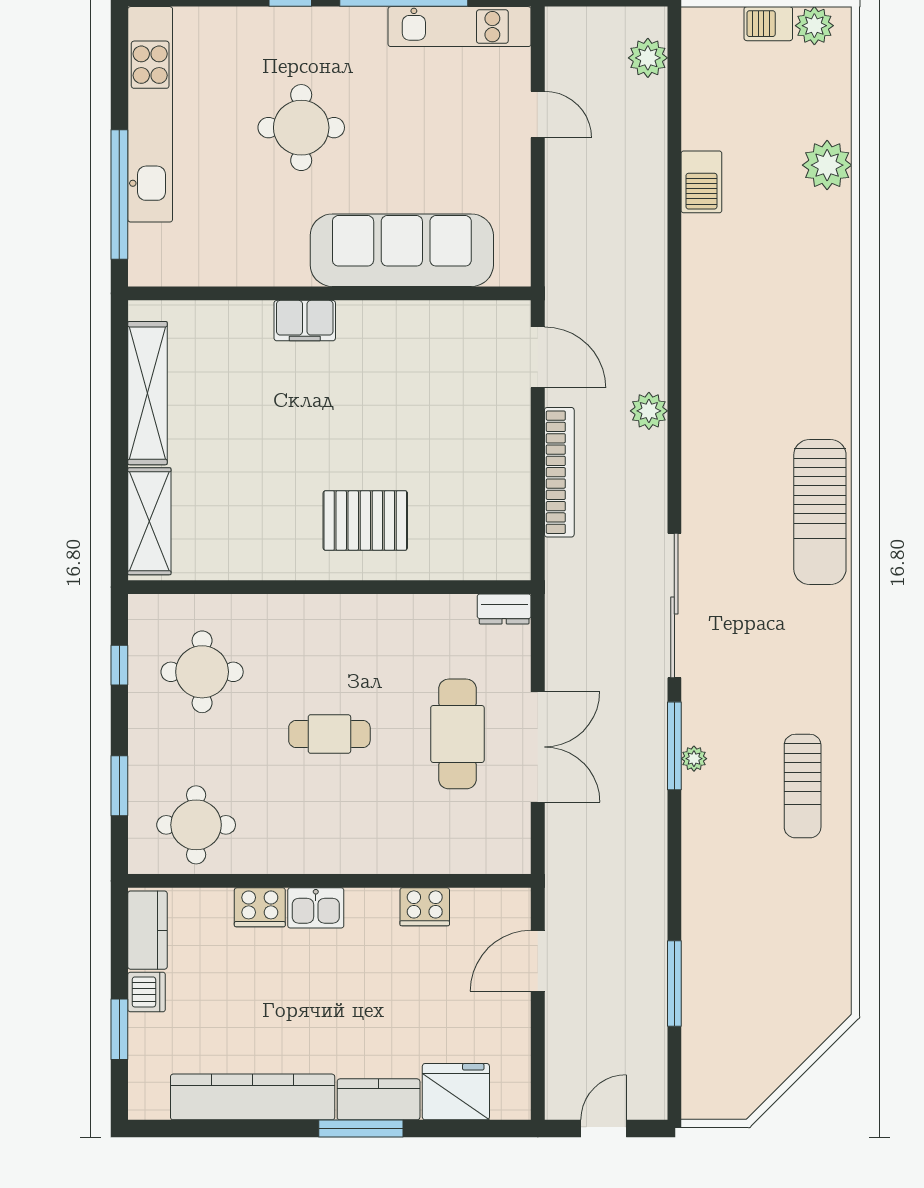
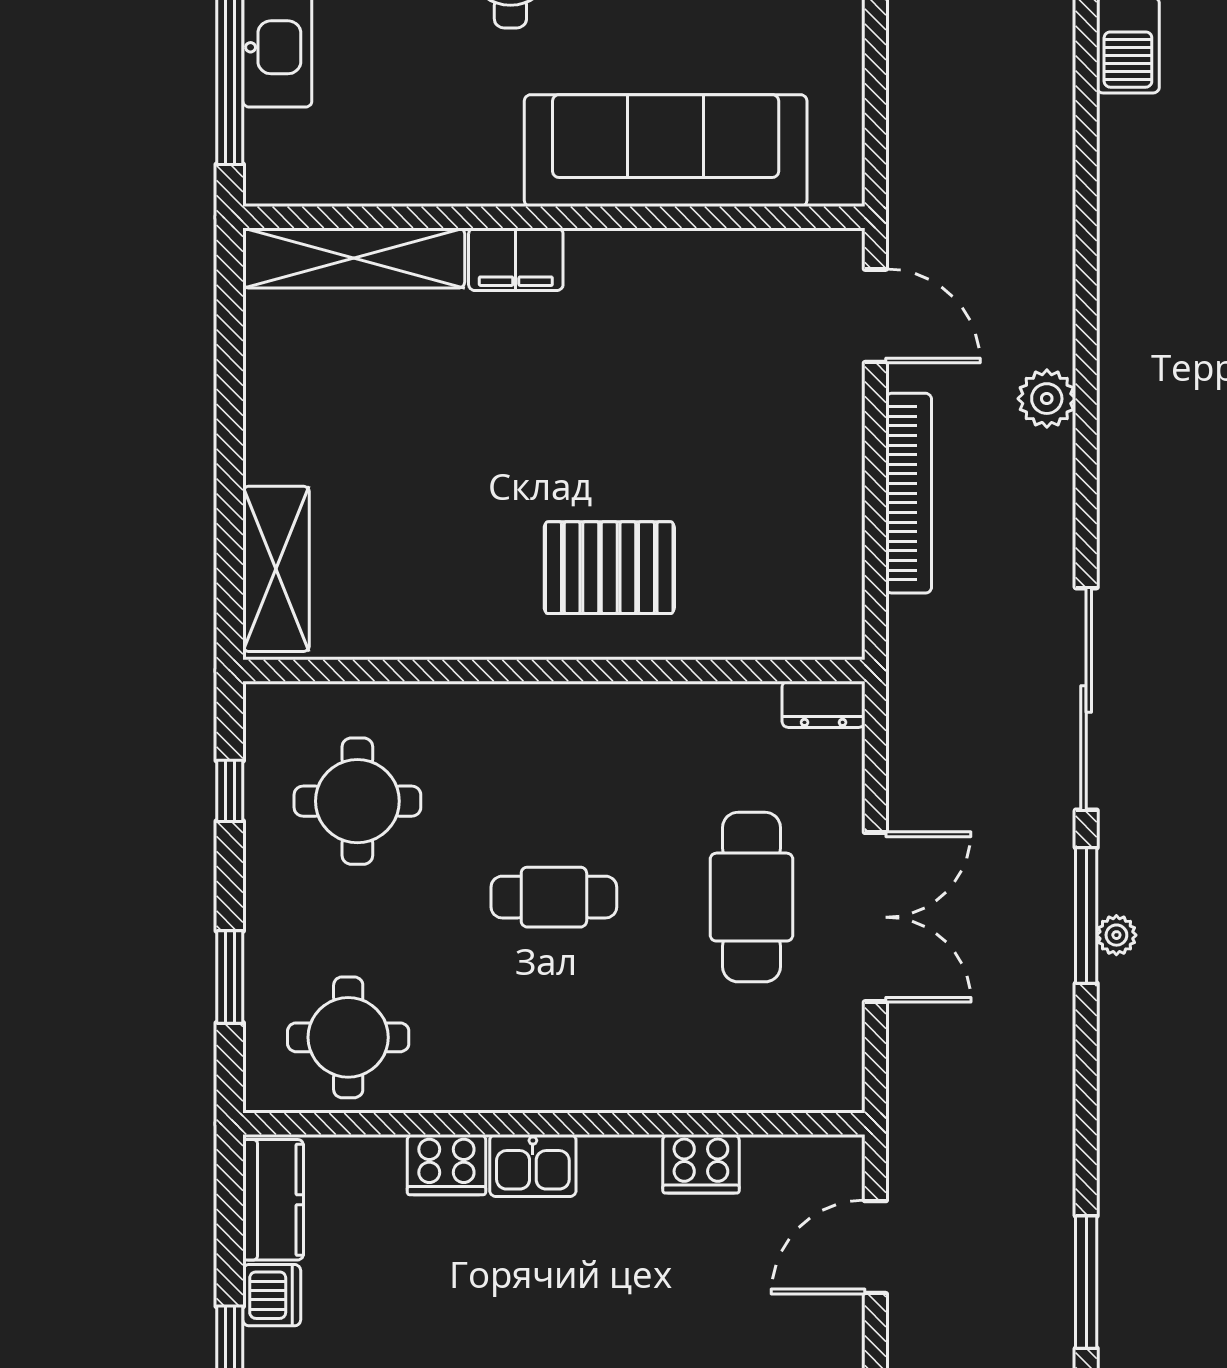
shelving: (147, 393) -> (354, 258), moved, turned 90

